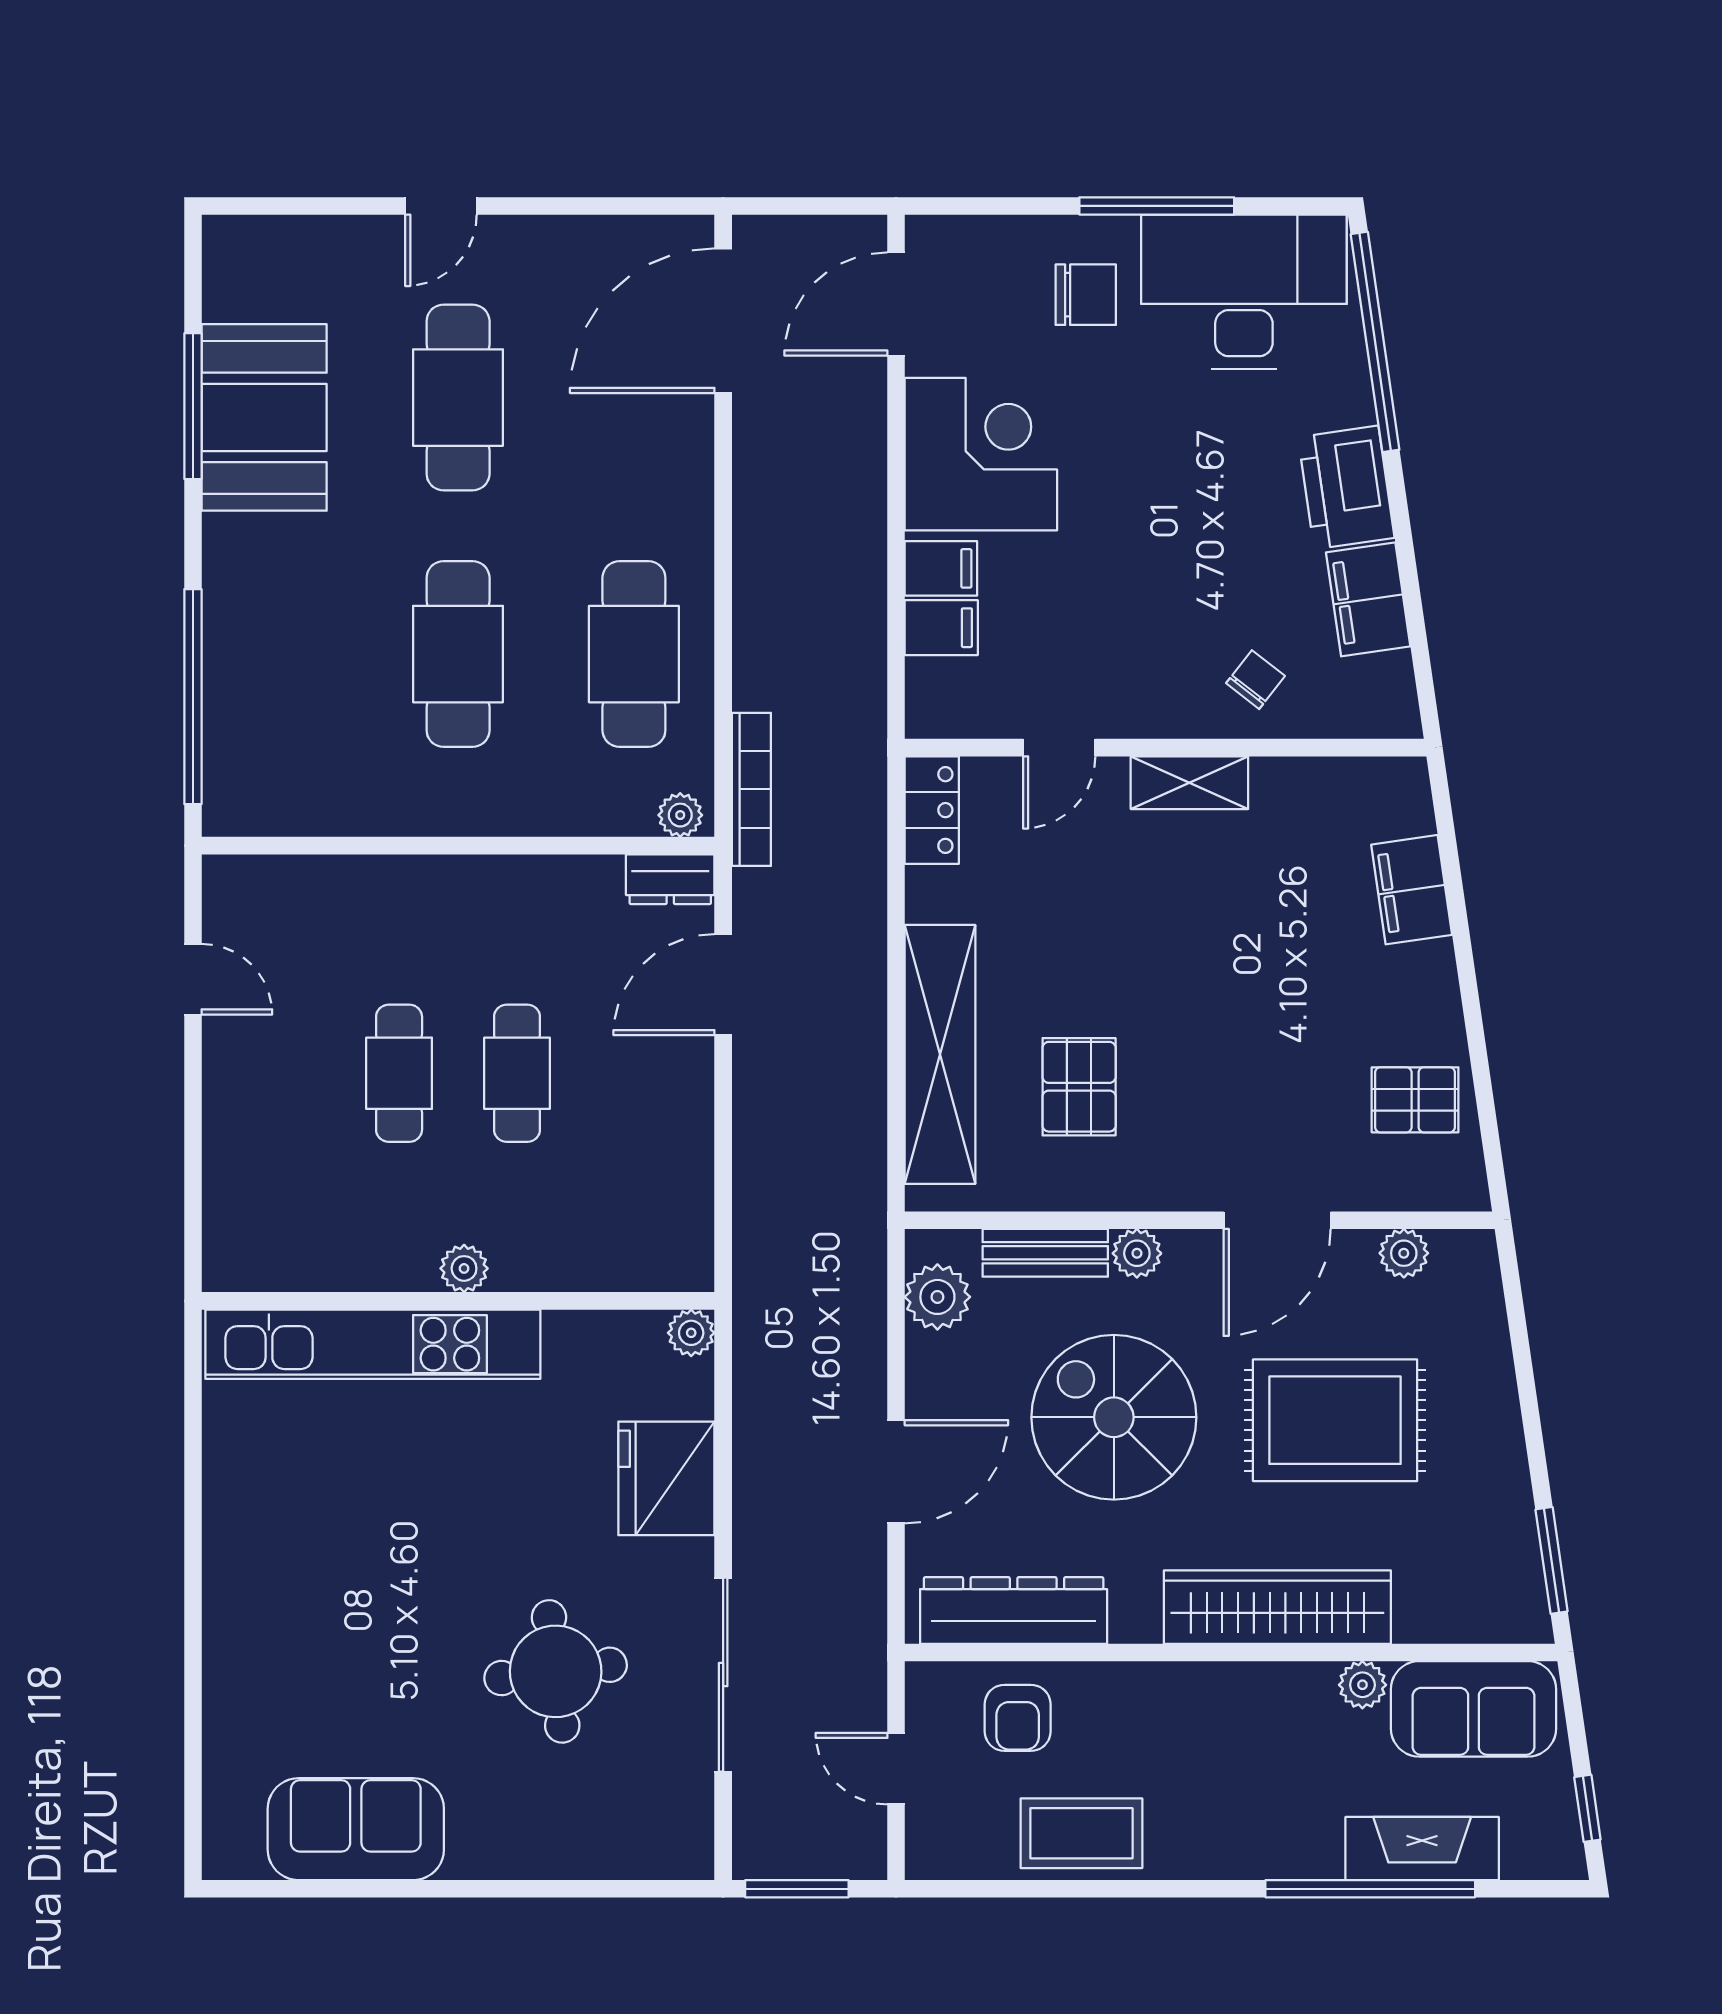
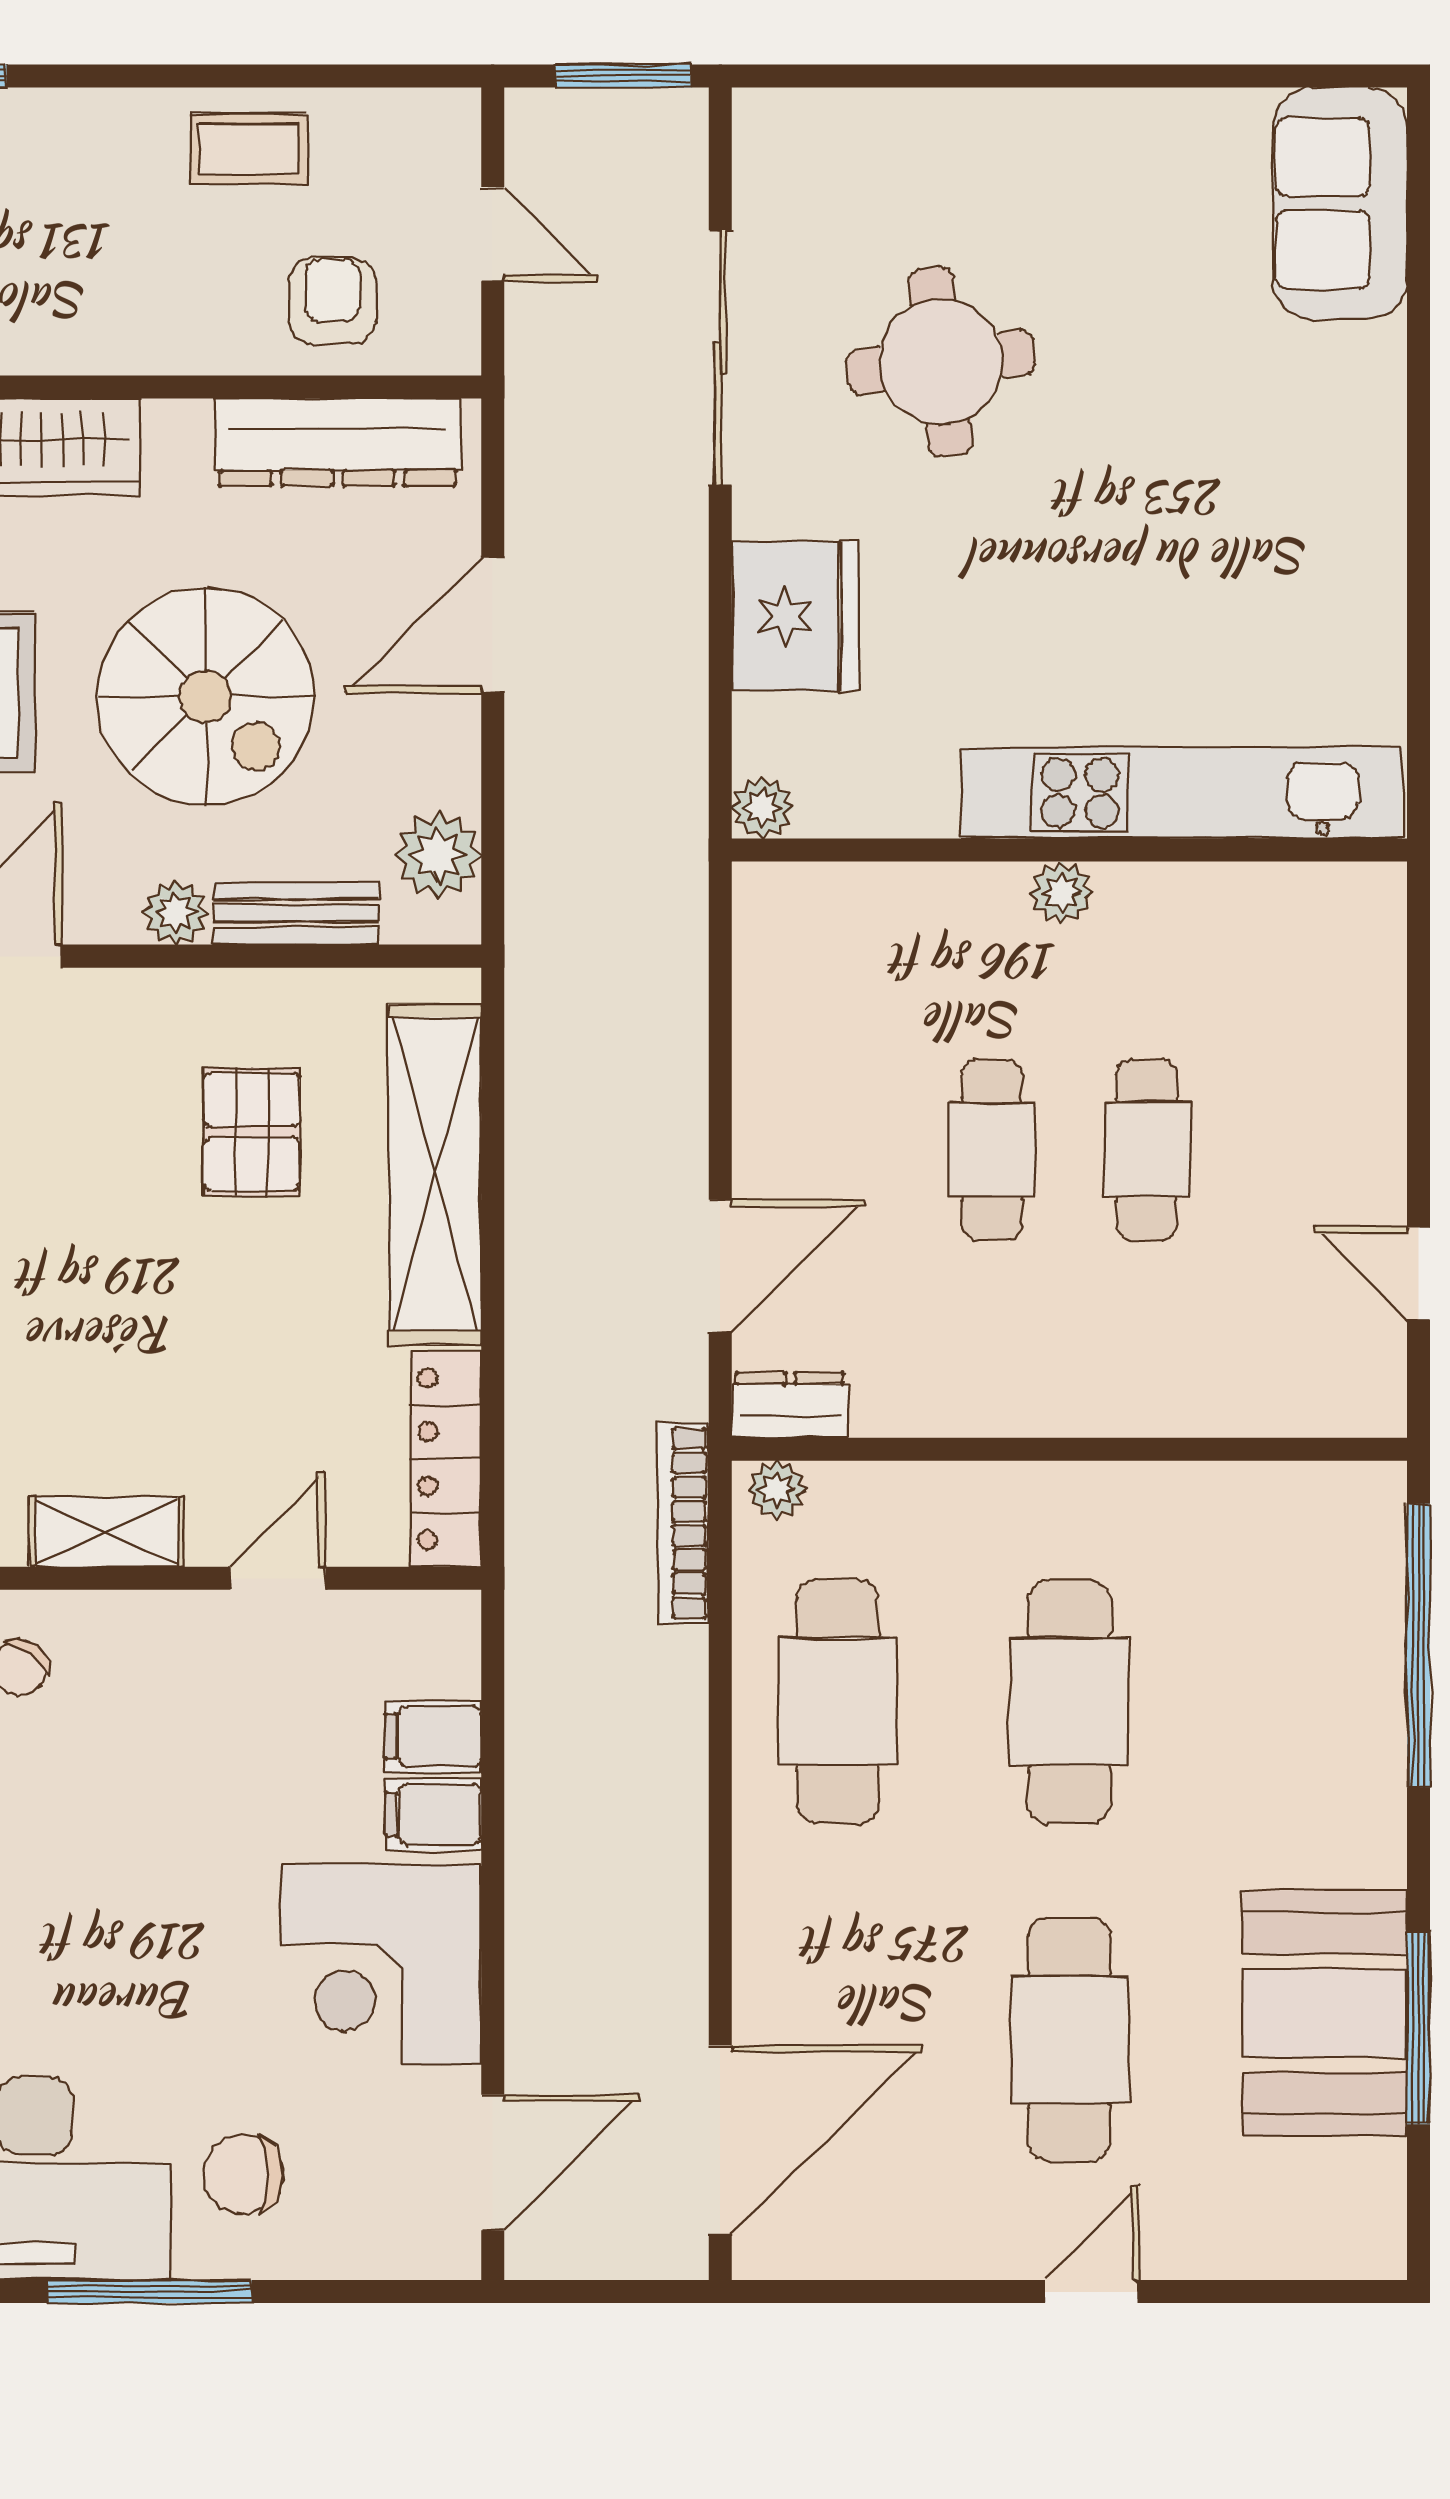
locker: (932, 810) -> (446, 1459), width x1.53
sofa: (356, 1829) -> (1340, 203), moved, turned 90
coffee table: (1081, 1833) -> (249, 149), width x0.73, depth x0.77

